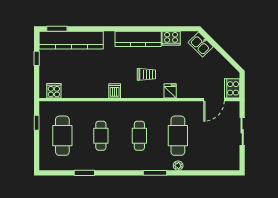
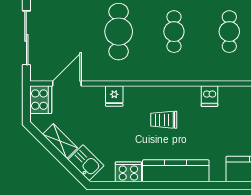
shelving: (219, 59) -> (60, 141), added
fridge: (170, 91) -> (114, 96), moved
sliding door: (242, 131) -> (26, 38), width x1.37

